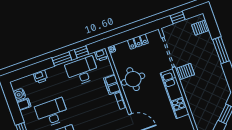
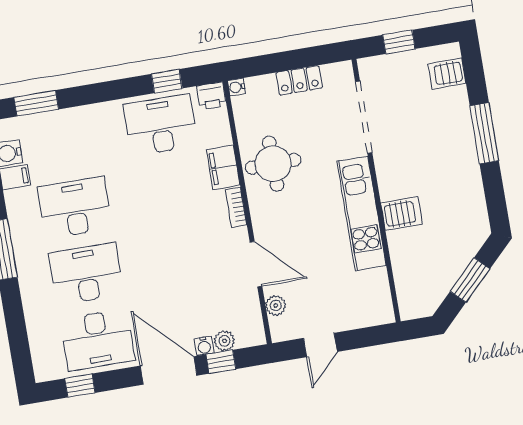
window: (62, 59) -> (36, 103), moved
server rack: (185, 72) -> (401, 214), moved
printer: (41, 77) -> (64, 121), removed

